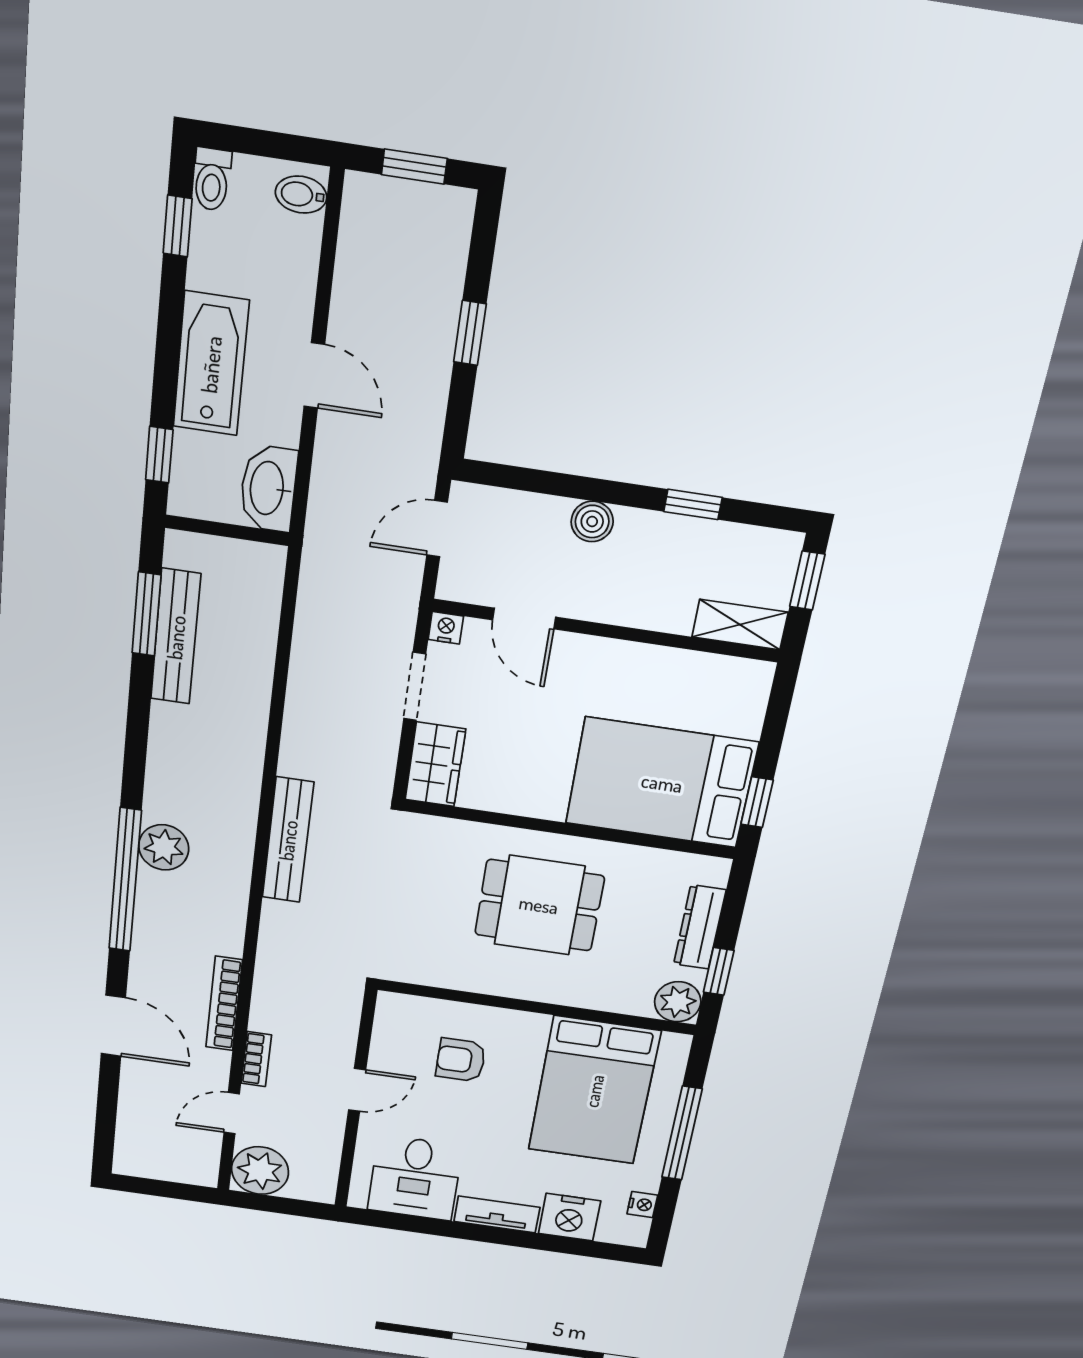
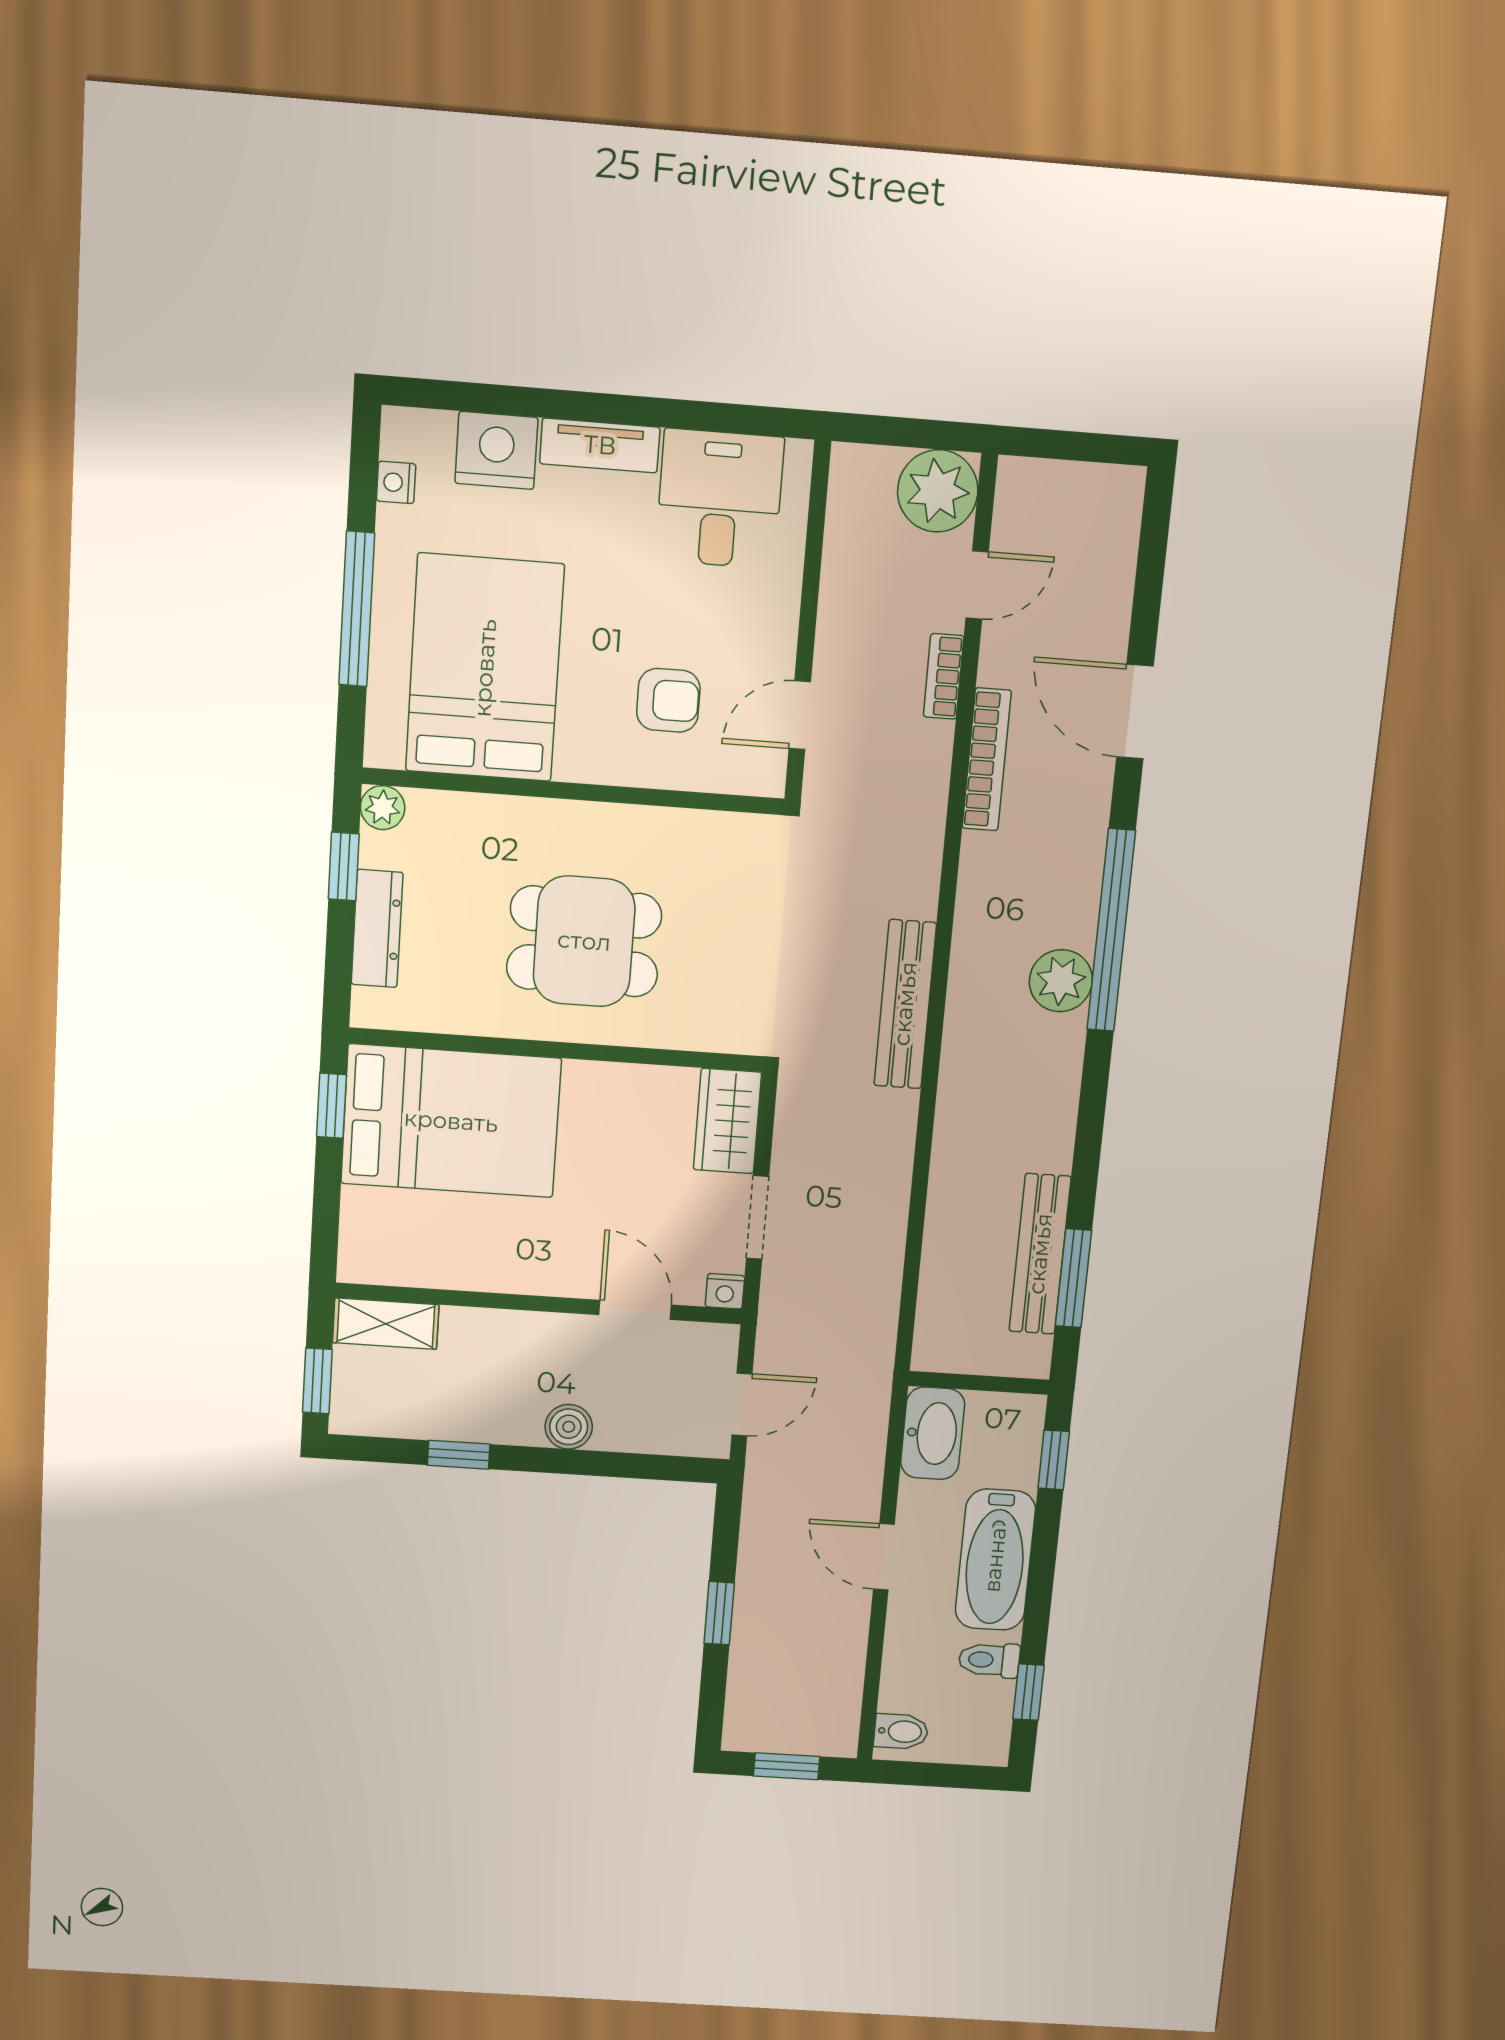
toilet: (212, 179) -> (989, 1660), moved, turned -90
plant: (678, 1002) -> (383, 808), width x0.73, depth x0.73
door: (357, 1090) -> (800, 715), moved

